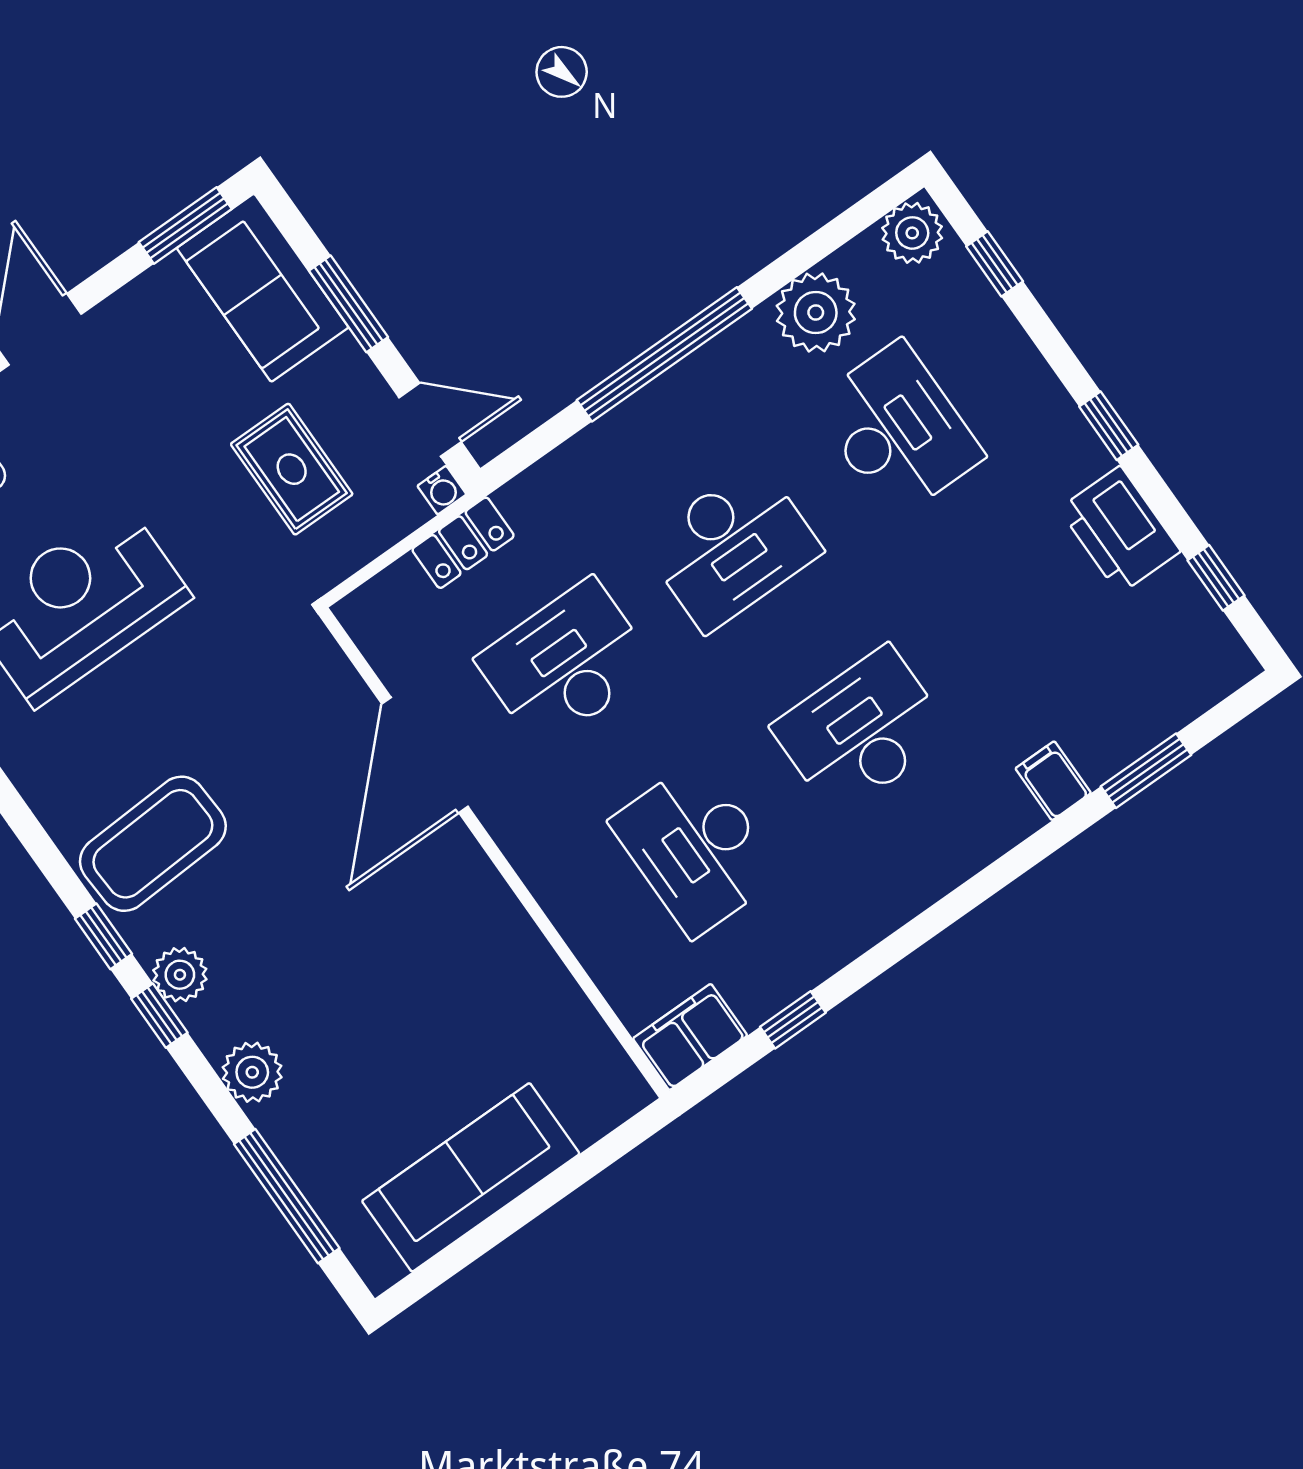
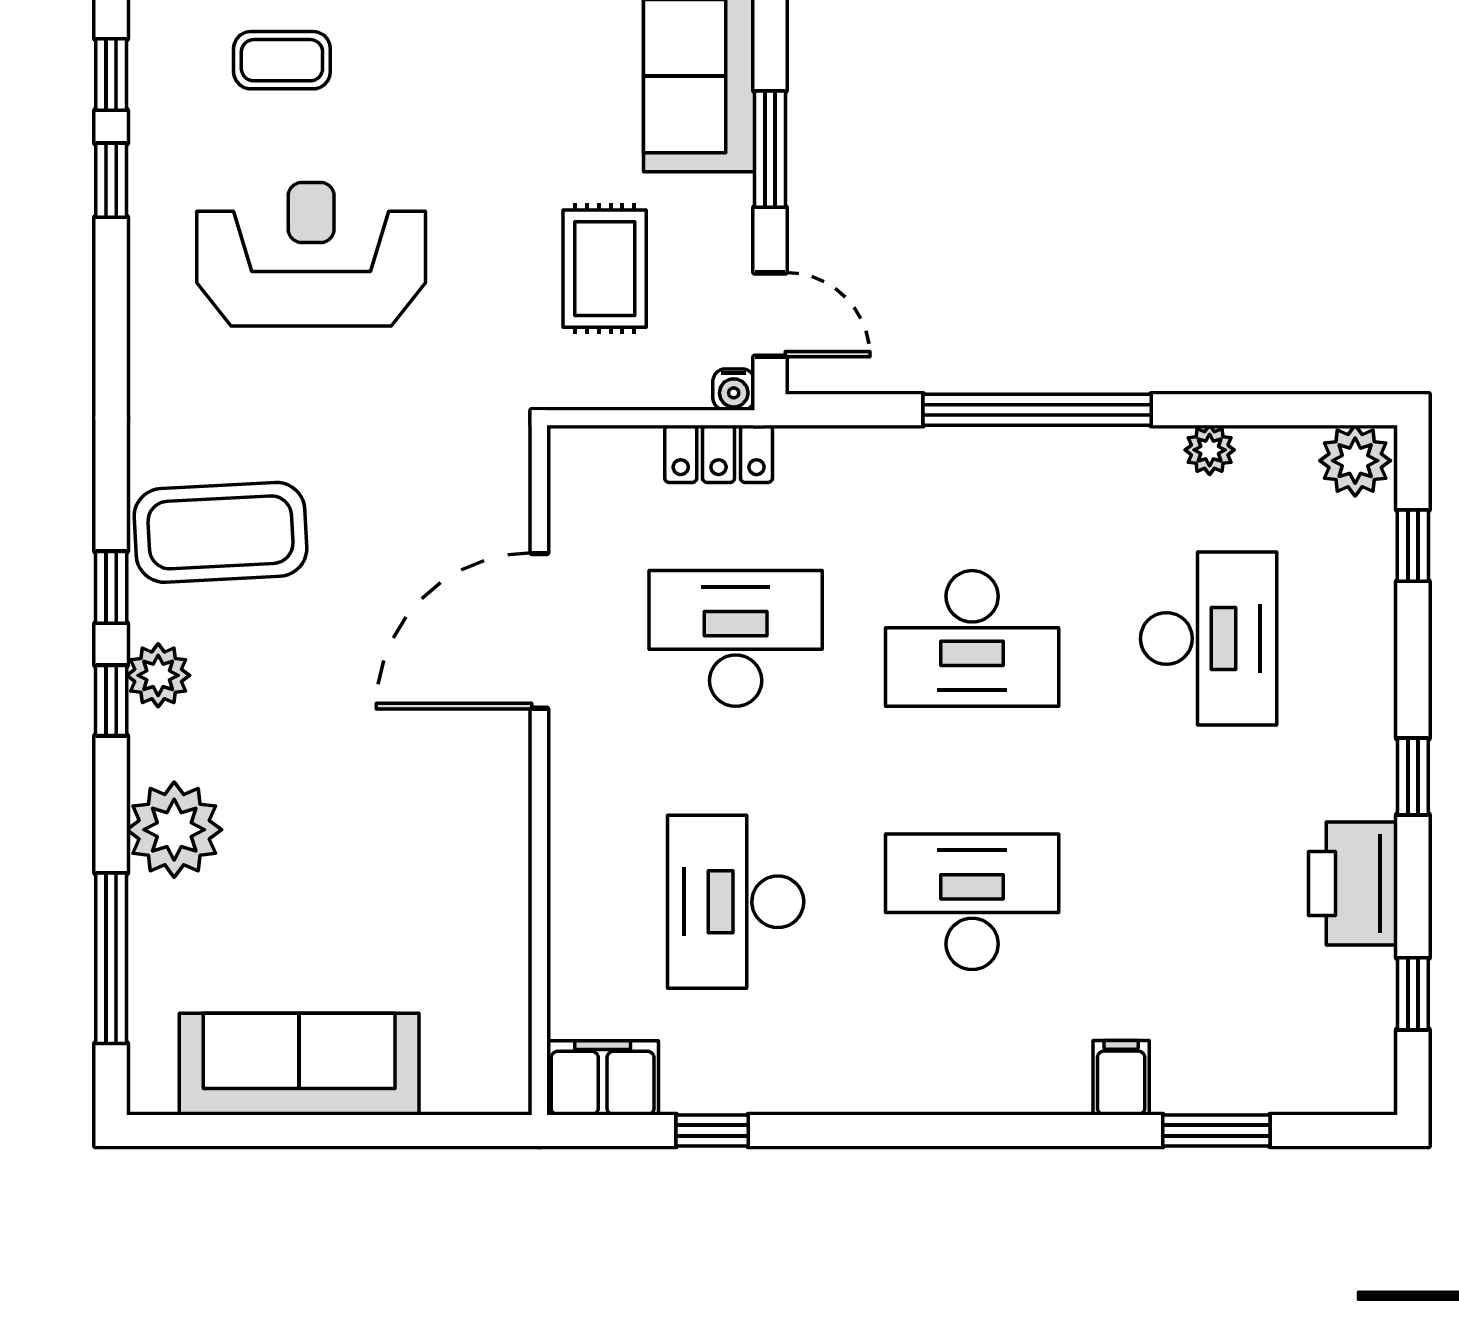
plant: (816, 312) -> (1210, 450), width x0.53, depth x0.53
plant: (252, 1072) -> (174, 830), width x1.36, depth x1.36

